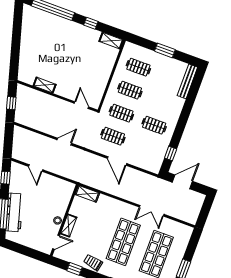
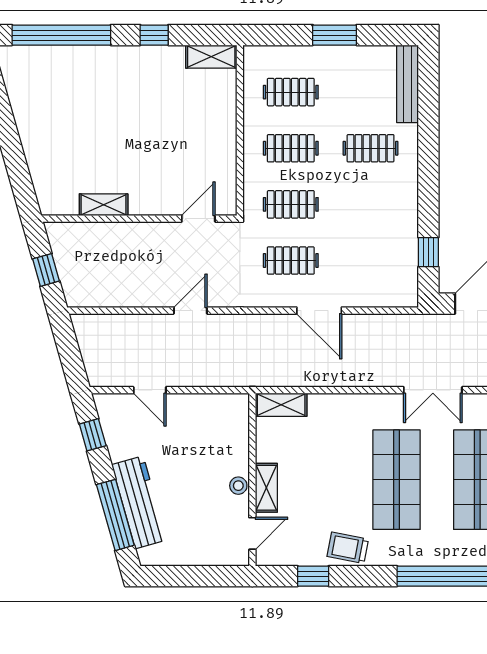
door: (81, 105) -> (198, 219), hinge flipped
clothes rail: (154, 125) -> (371, 148), moved

